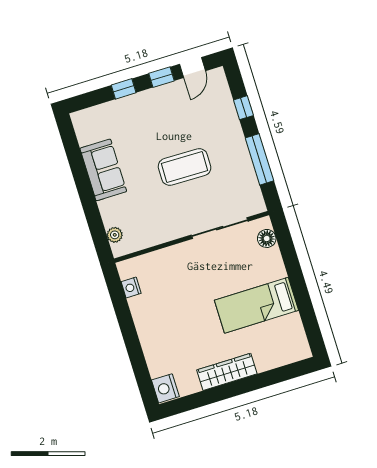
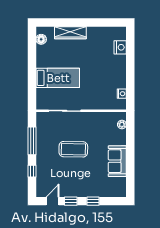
floor lamp: (267, 238) -> (41, 39), moved
bed: (256, 305) -> (58, 78), moved
wardrobe: (227, 372) -> (70, 33), moved
nightstand: (165, 388) -> (120, 47), moved

